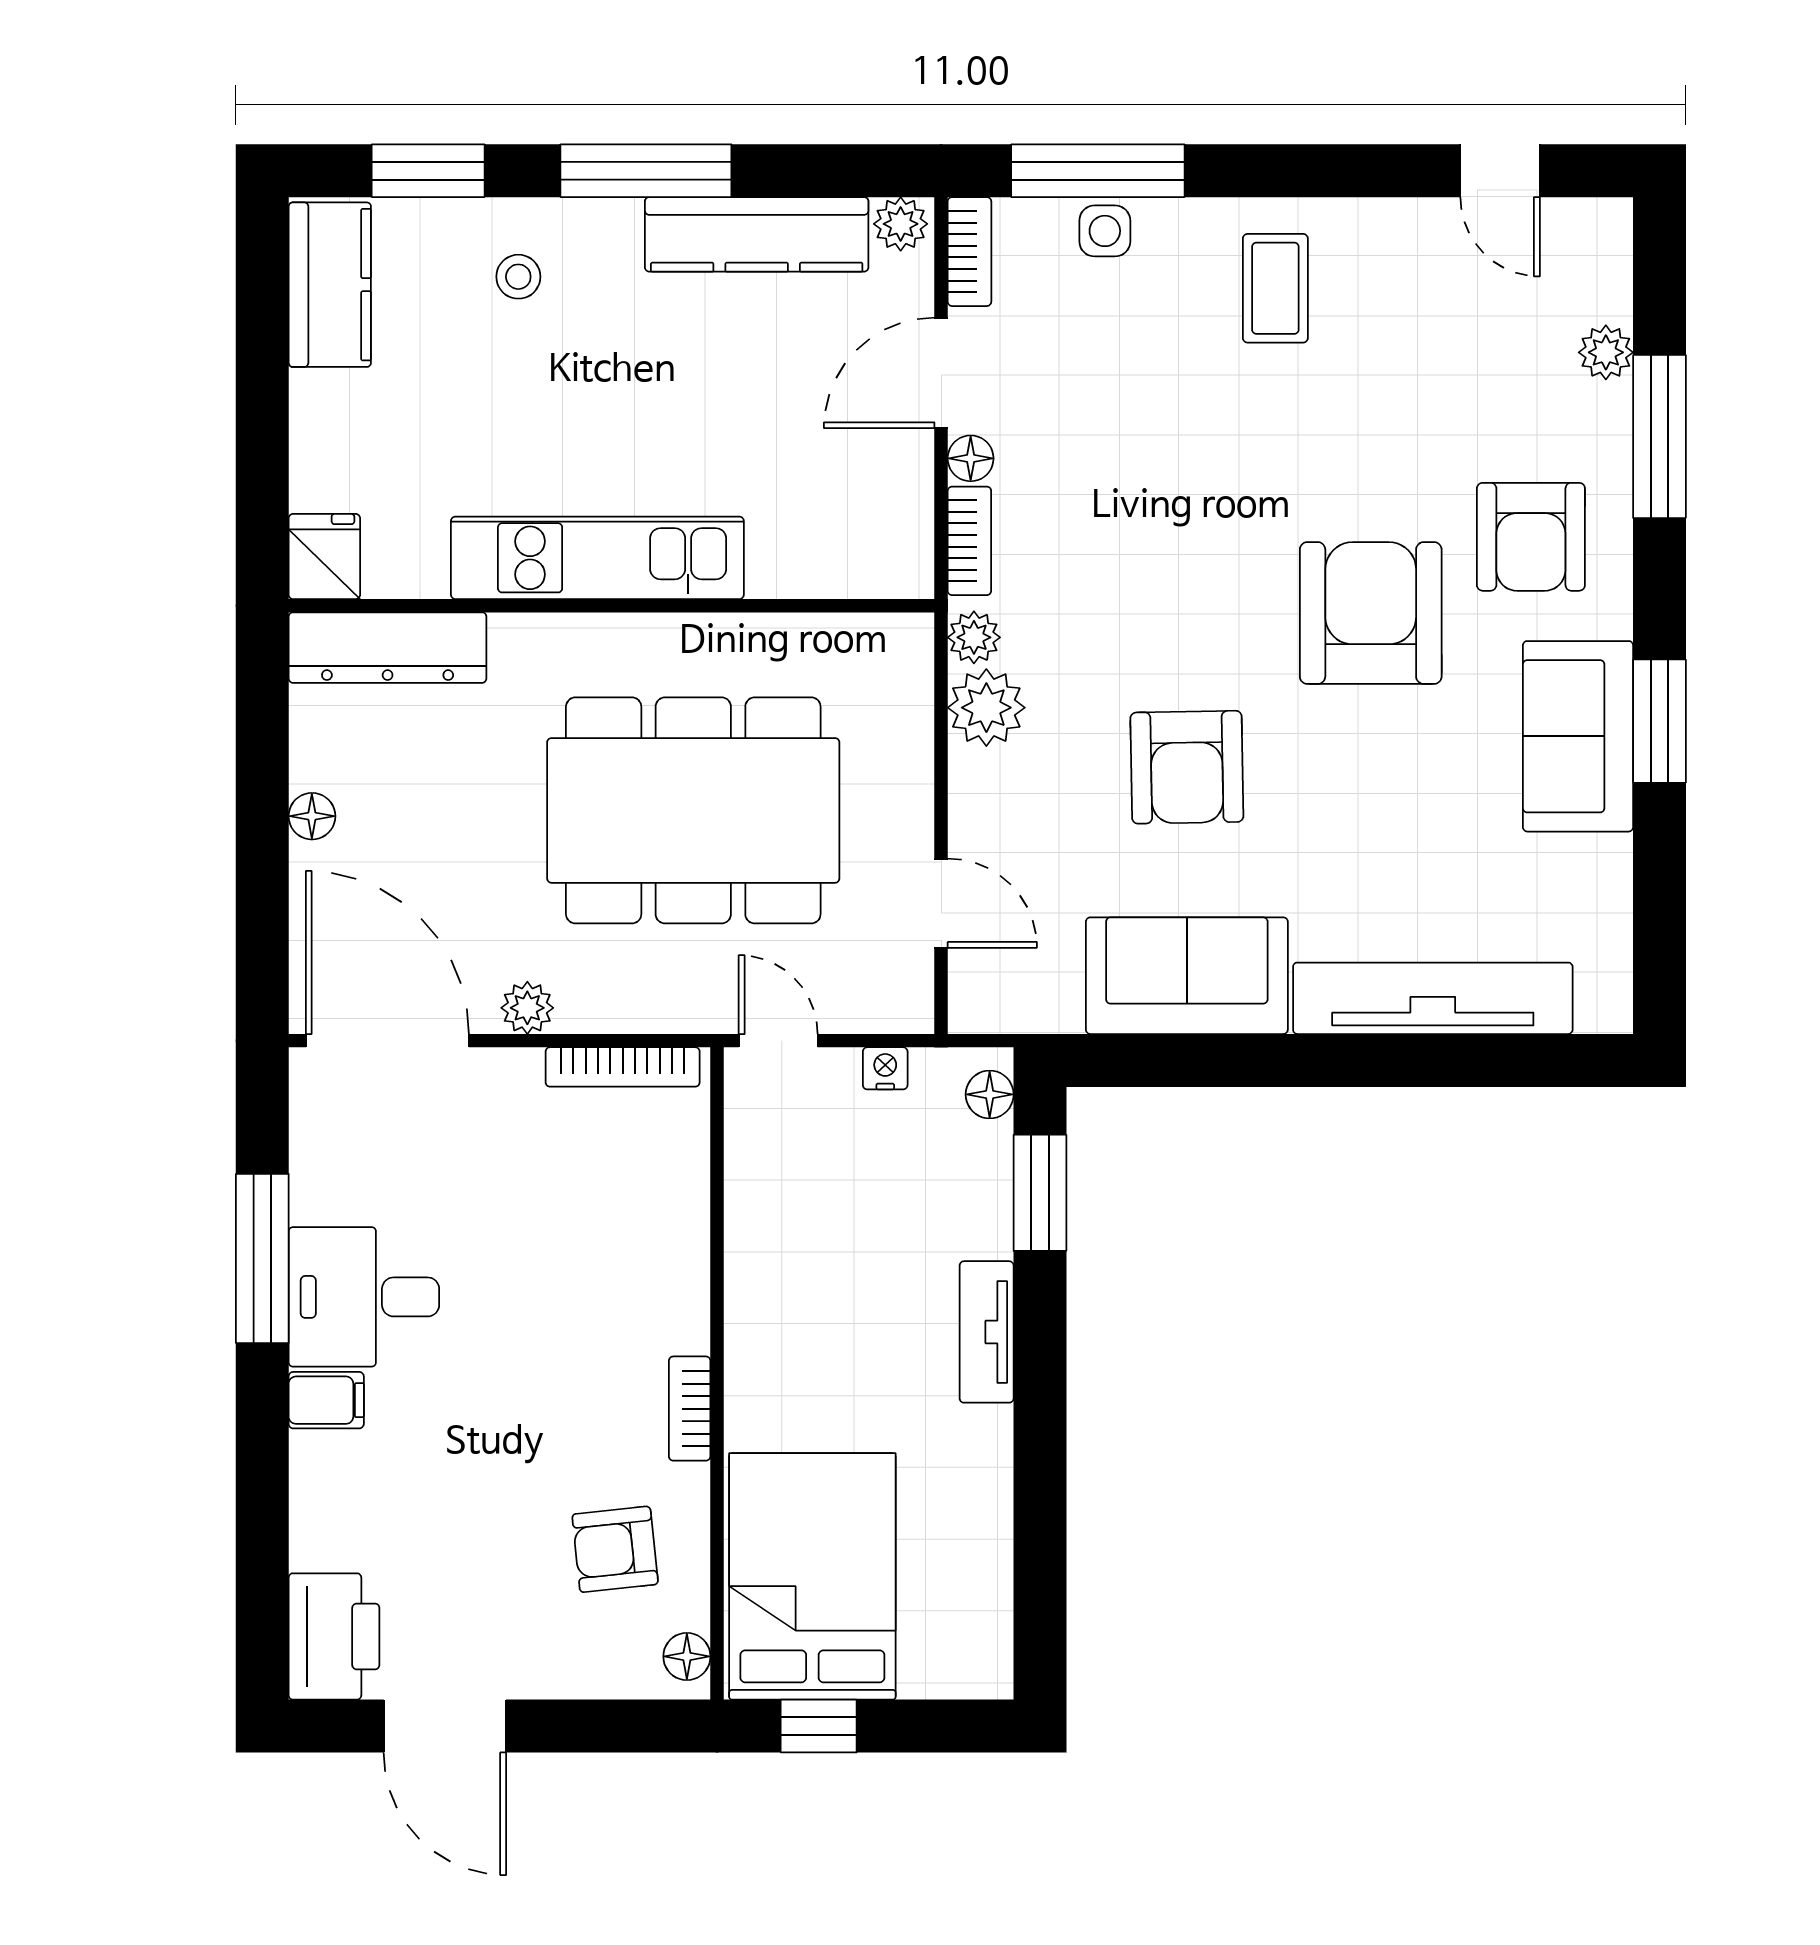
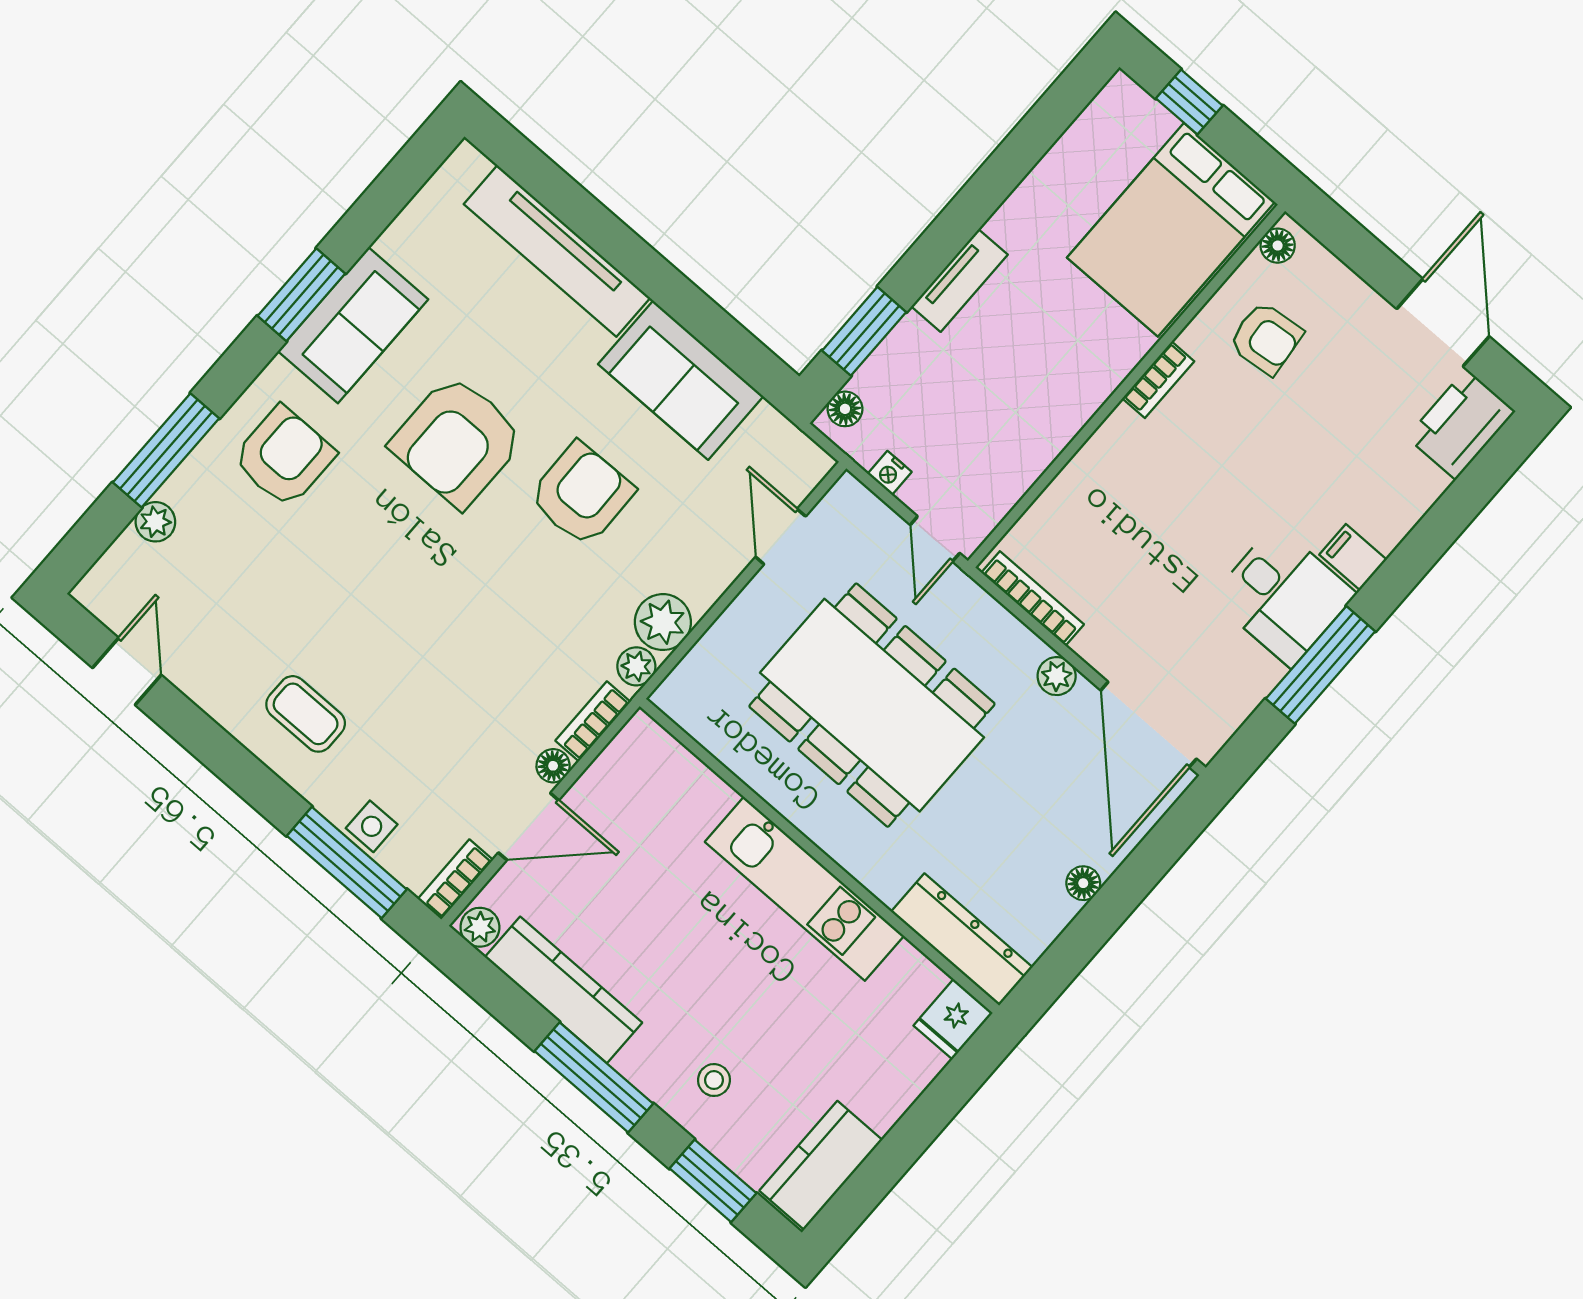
coffee table: (1275, 288) -> (306, 714), turned 90
armchair: (1371, 613) -> (457, 441), moved
window: (819, 1726) -> (1189, 102), moved

